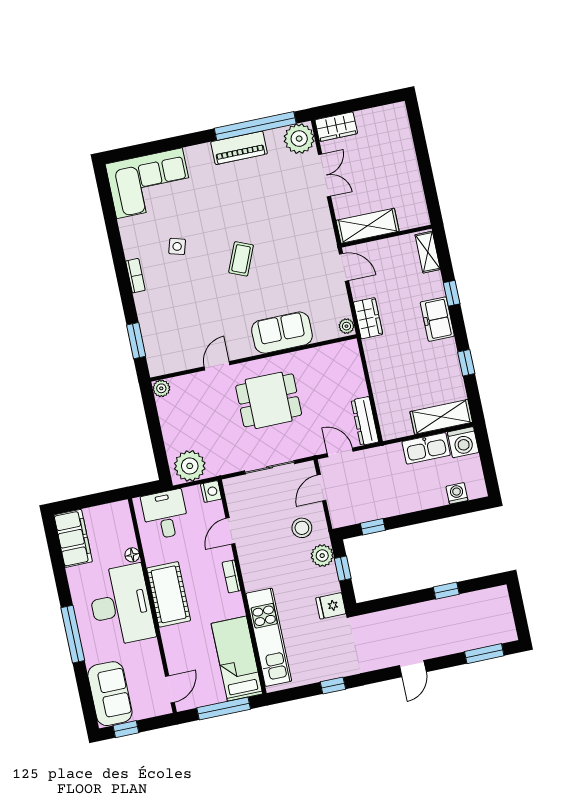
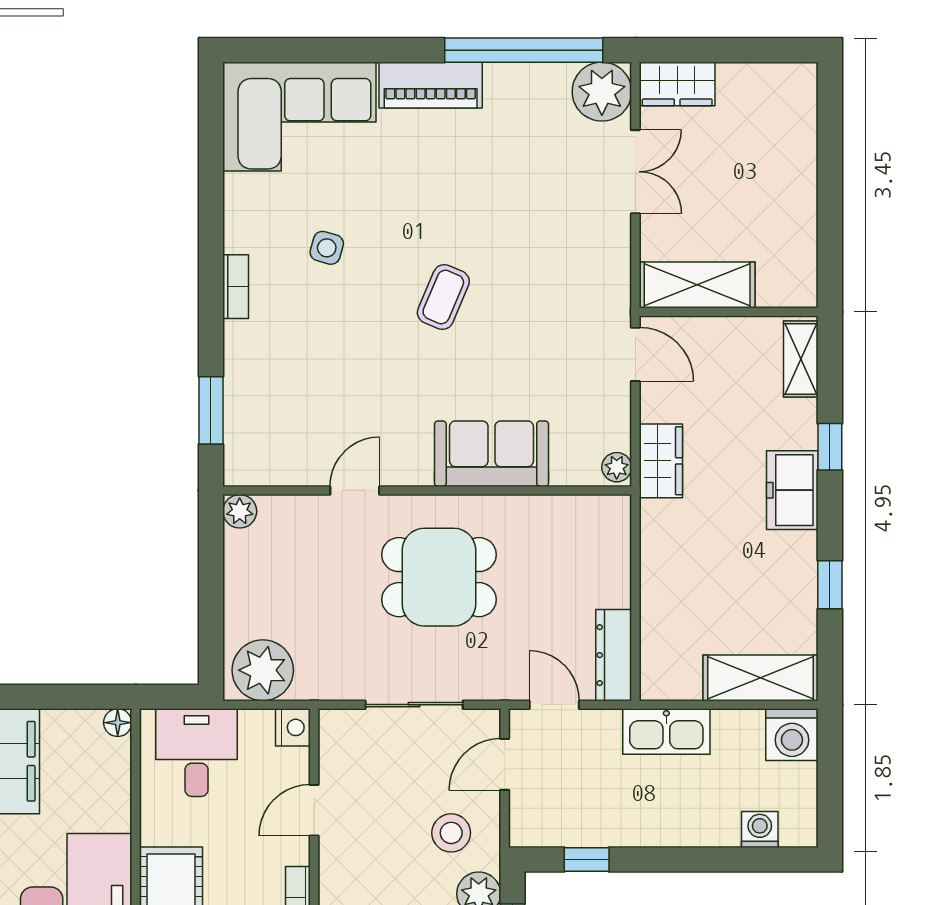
piano: (239, 148) -> (431, 85), moved
kitchen sink: (426, 448) -> (666, 732), moved
floor lamp: (132, 555) -> (118, 723), moved

